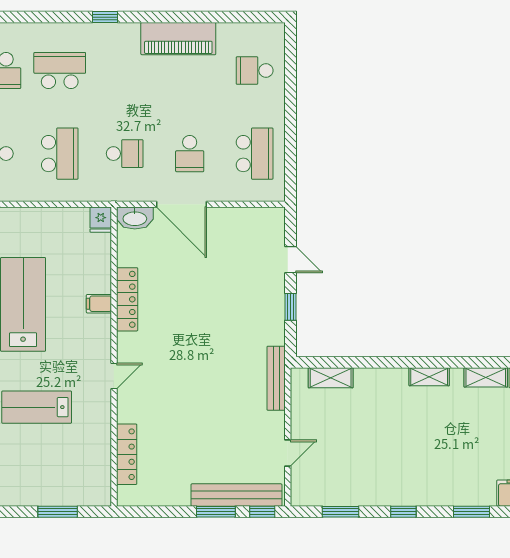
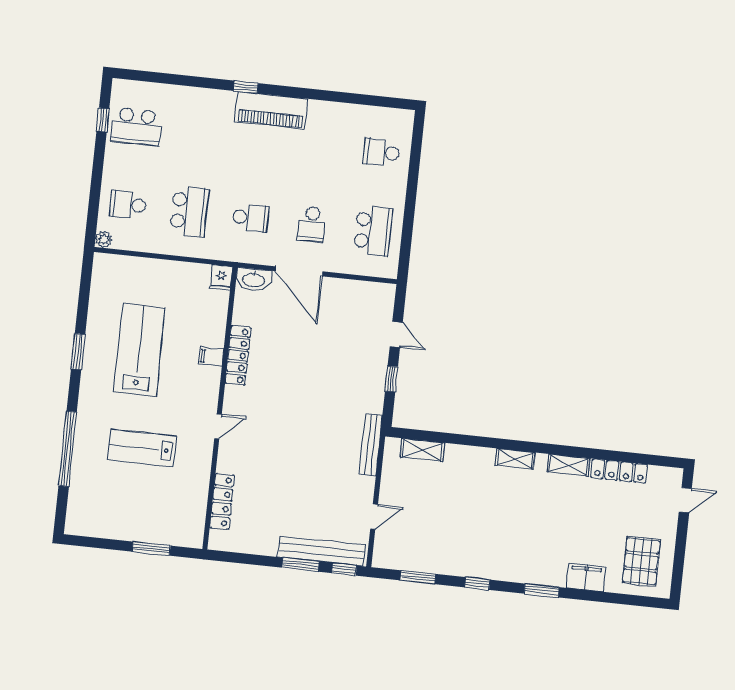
piano: (178, 39) -> (271, 110), moved
school desk: (60, 71) -> (198, 133), removed

